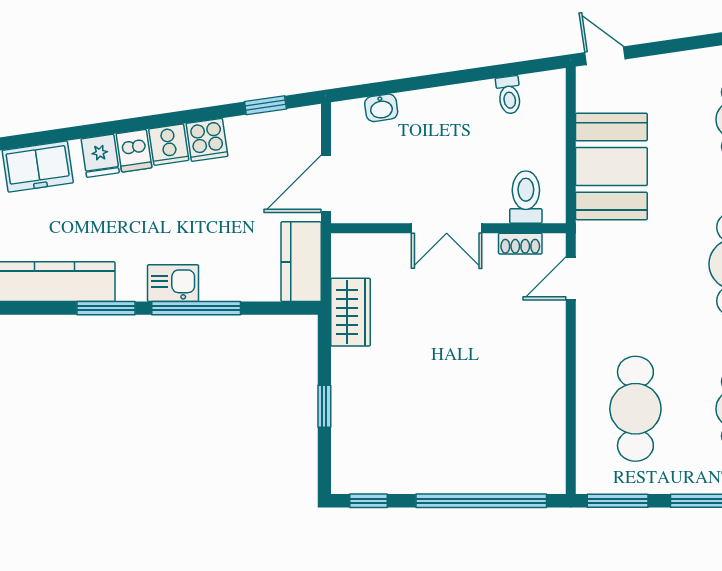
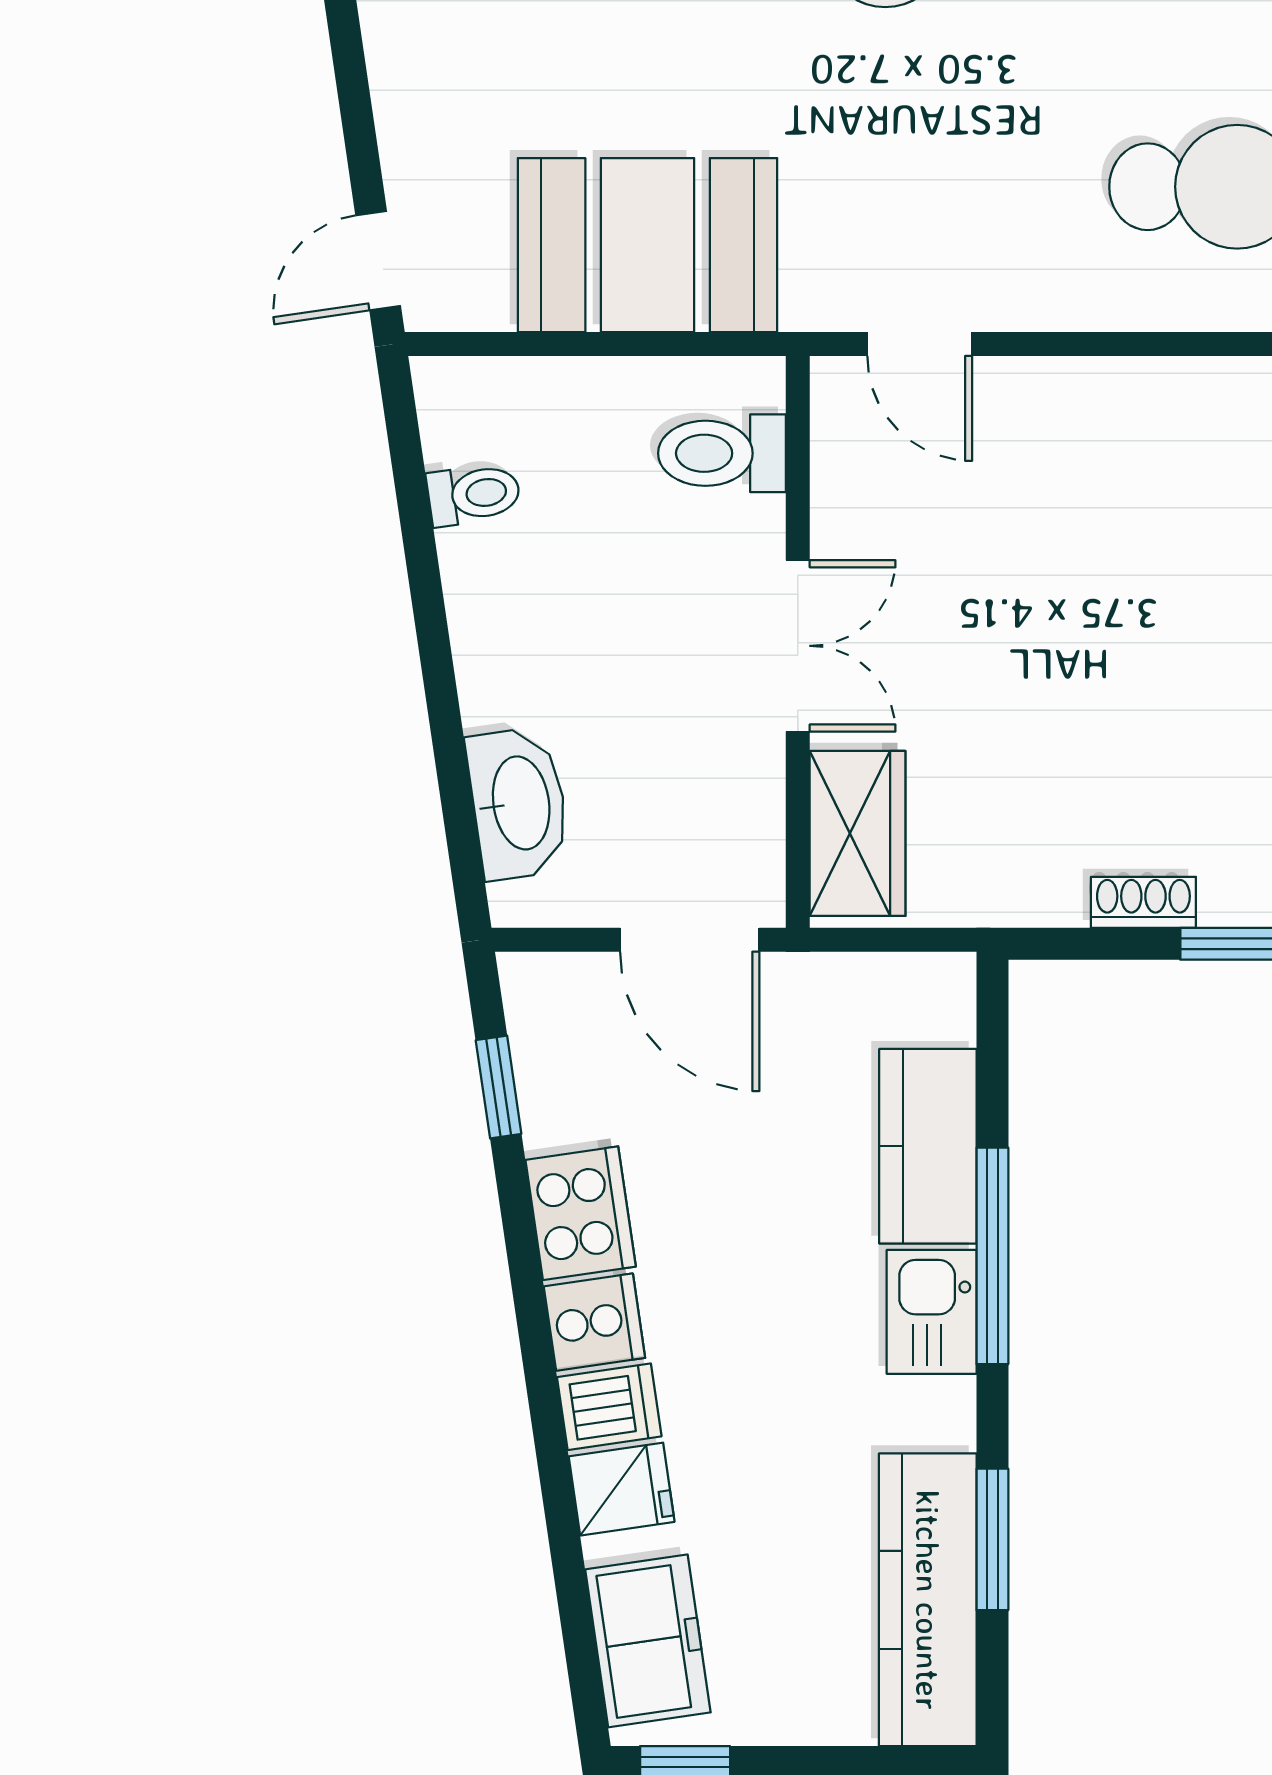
washbasin: (381, 108) -> (519, 803), width x1.91, depth x1.45
cooker: (207, 140) -> (581, 1213), width x1.36
shoe rack: (520, 244) -> (1143, 902), moved, turned -90
kitchen counter: (301, 262) -> (928, 1146), moved, turned 90
window: (106, 308) -> (992, 1539), moved
wardrobe: (350, 312) -> (858, 833), moved, turned 90

